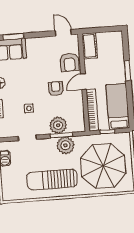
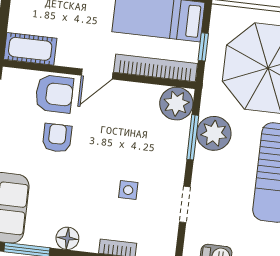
door: (84, 82) -> (97, 74), hinge flipped
armchair: (56, 89) -> (57, 138), moved, turned 90
plant: (58, 125) -> (176, 104), moved

